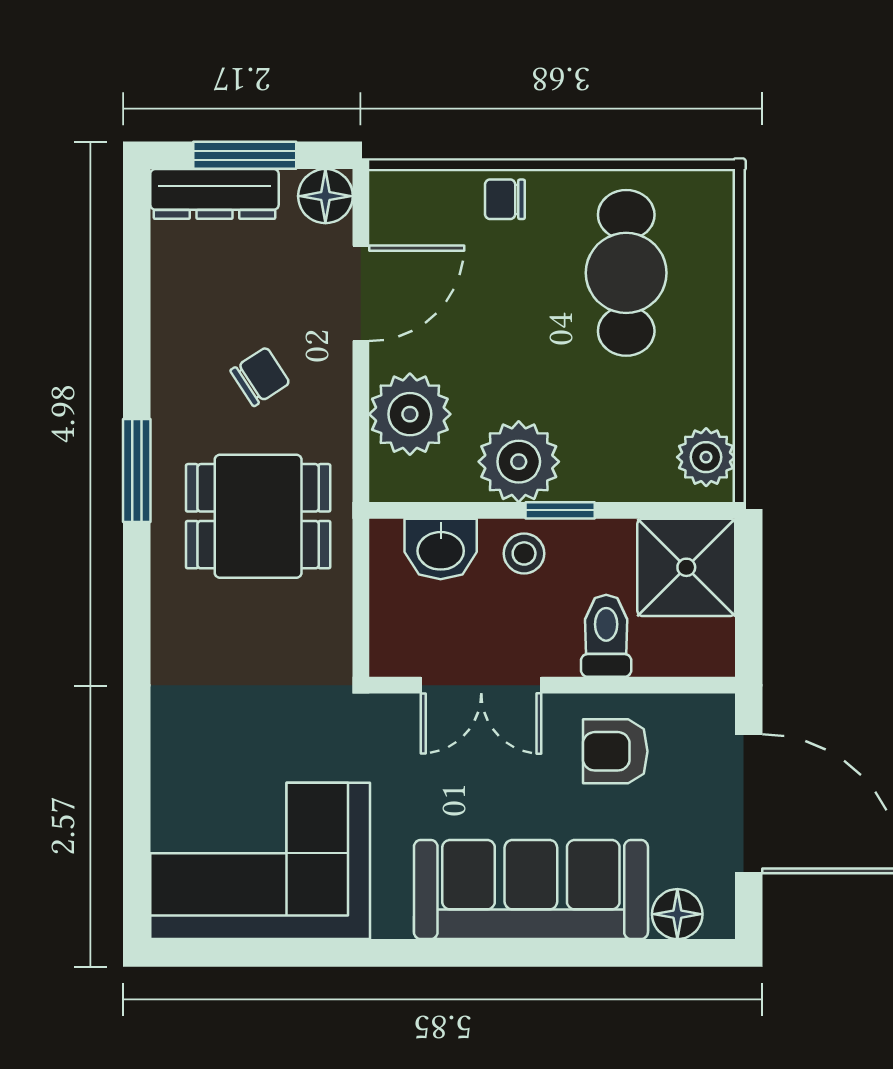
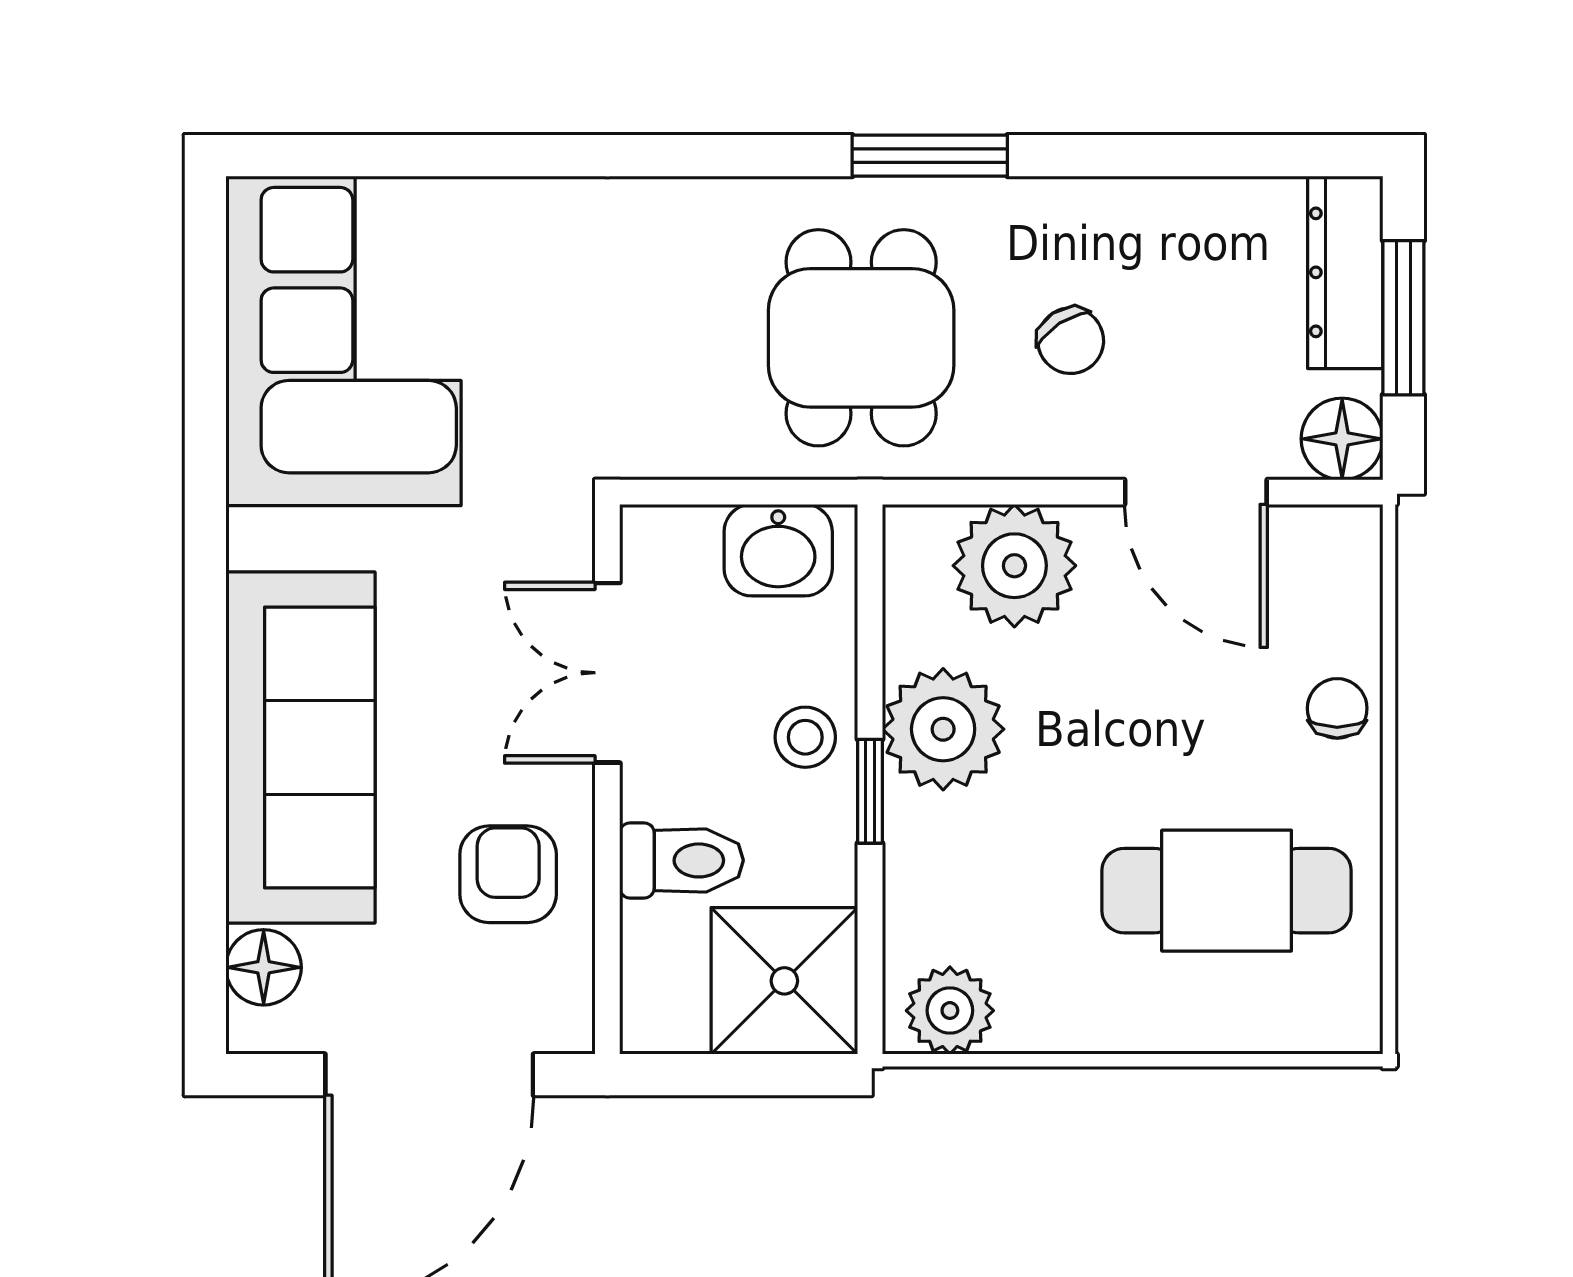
washbasin: (441, 549) -> (778, 550), moved, turned -90

